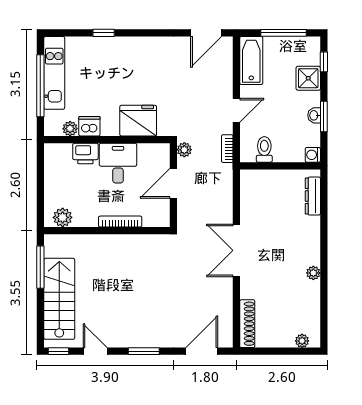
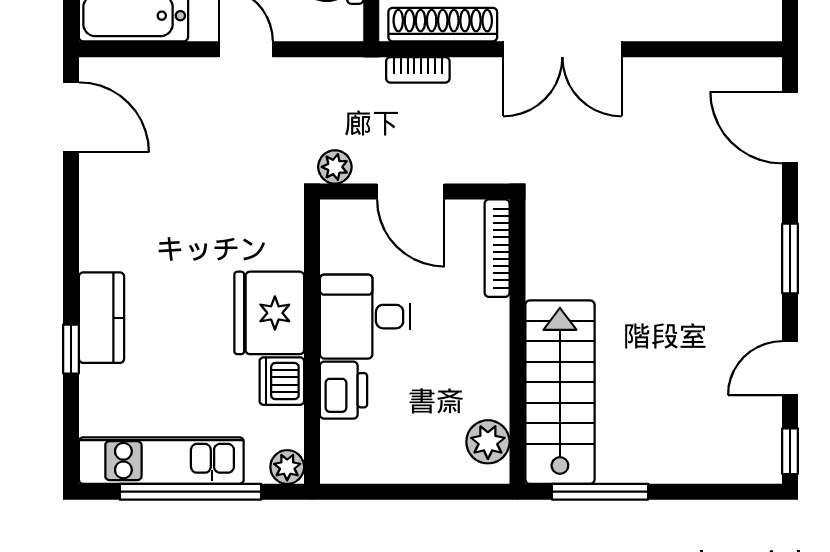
kitchen counter: (118, 46) -> (102, 318), added
fridge: (138, 121) -> (269, 313), moved
plant: (70, 129) -> (287, 467), moved
bookcase: (227, 149) -> (418, 70), moved
bookcase: (120, 222) -> (497, 248), moved
stairs: (59, 299) -> (560, 392), moved, turned 90
shoe rack: (247, 324) -> (443, 25), moved

